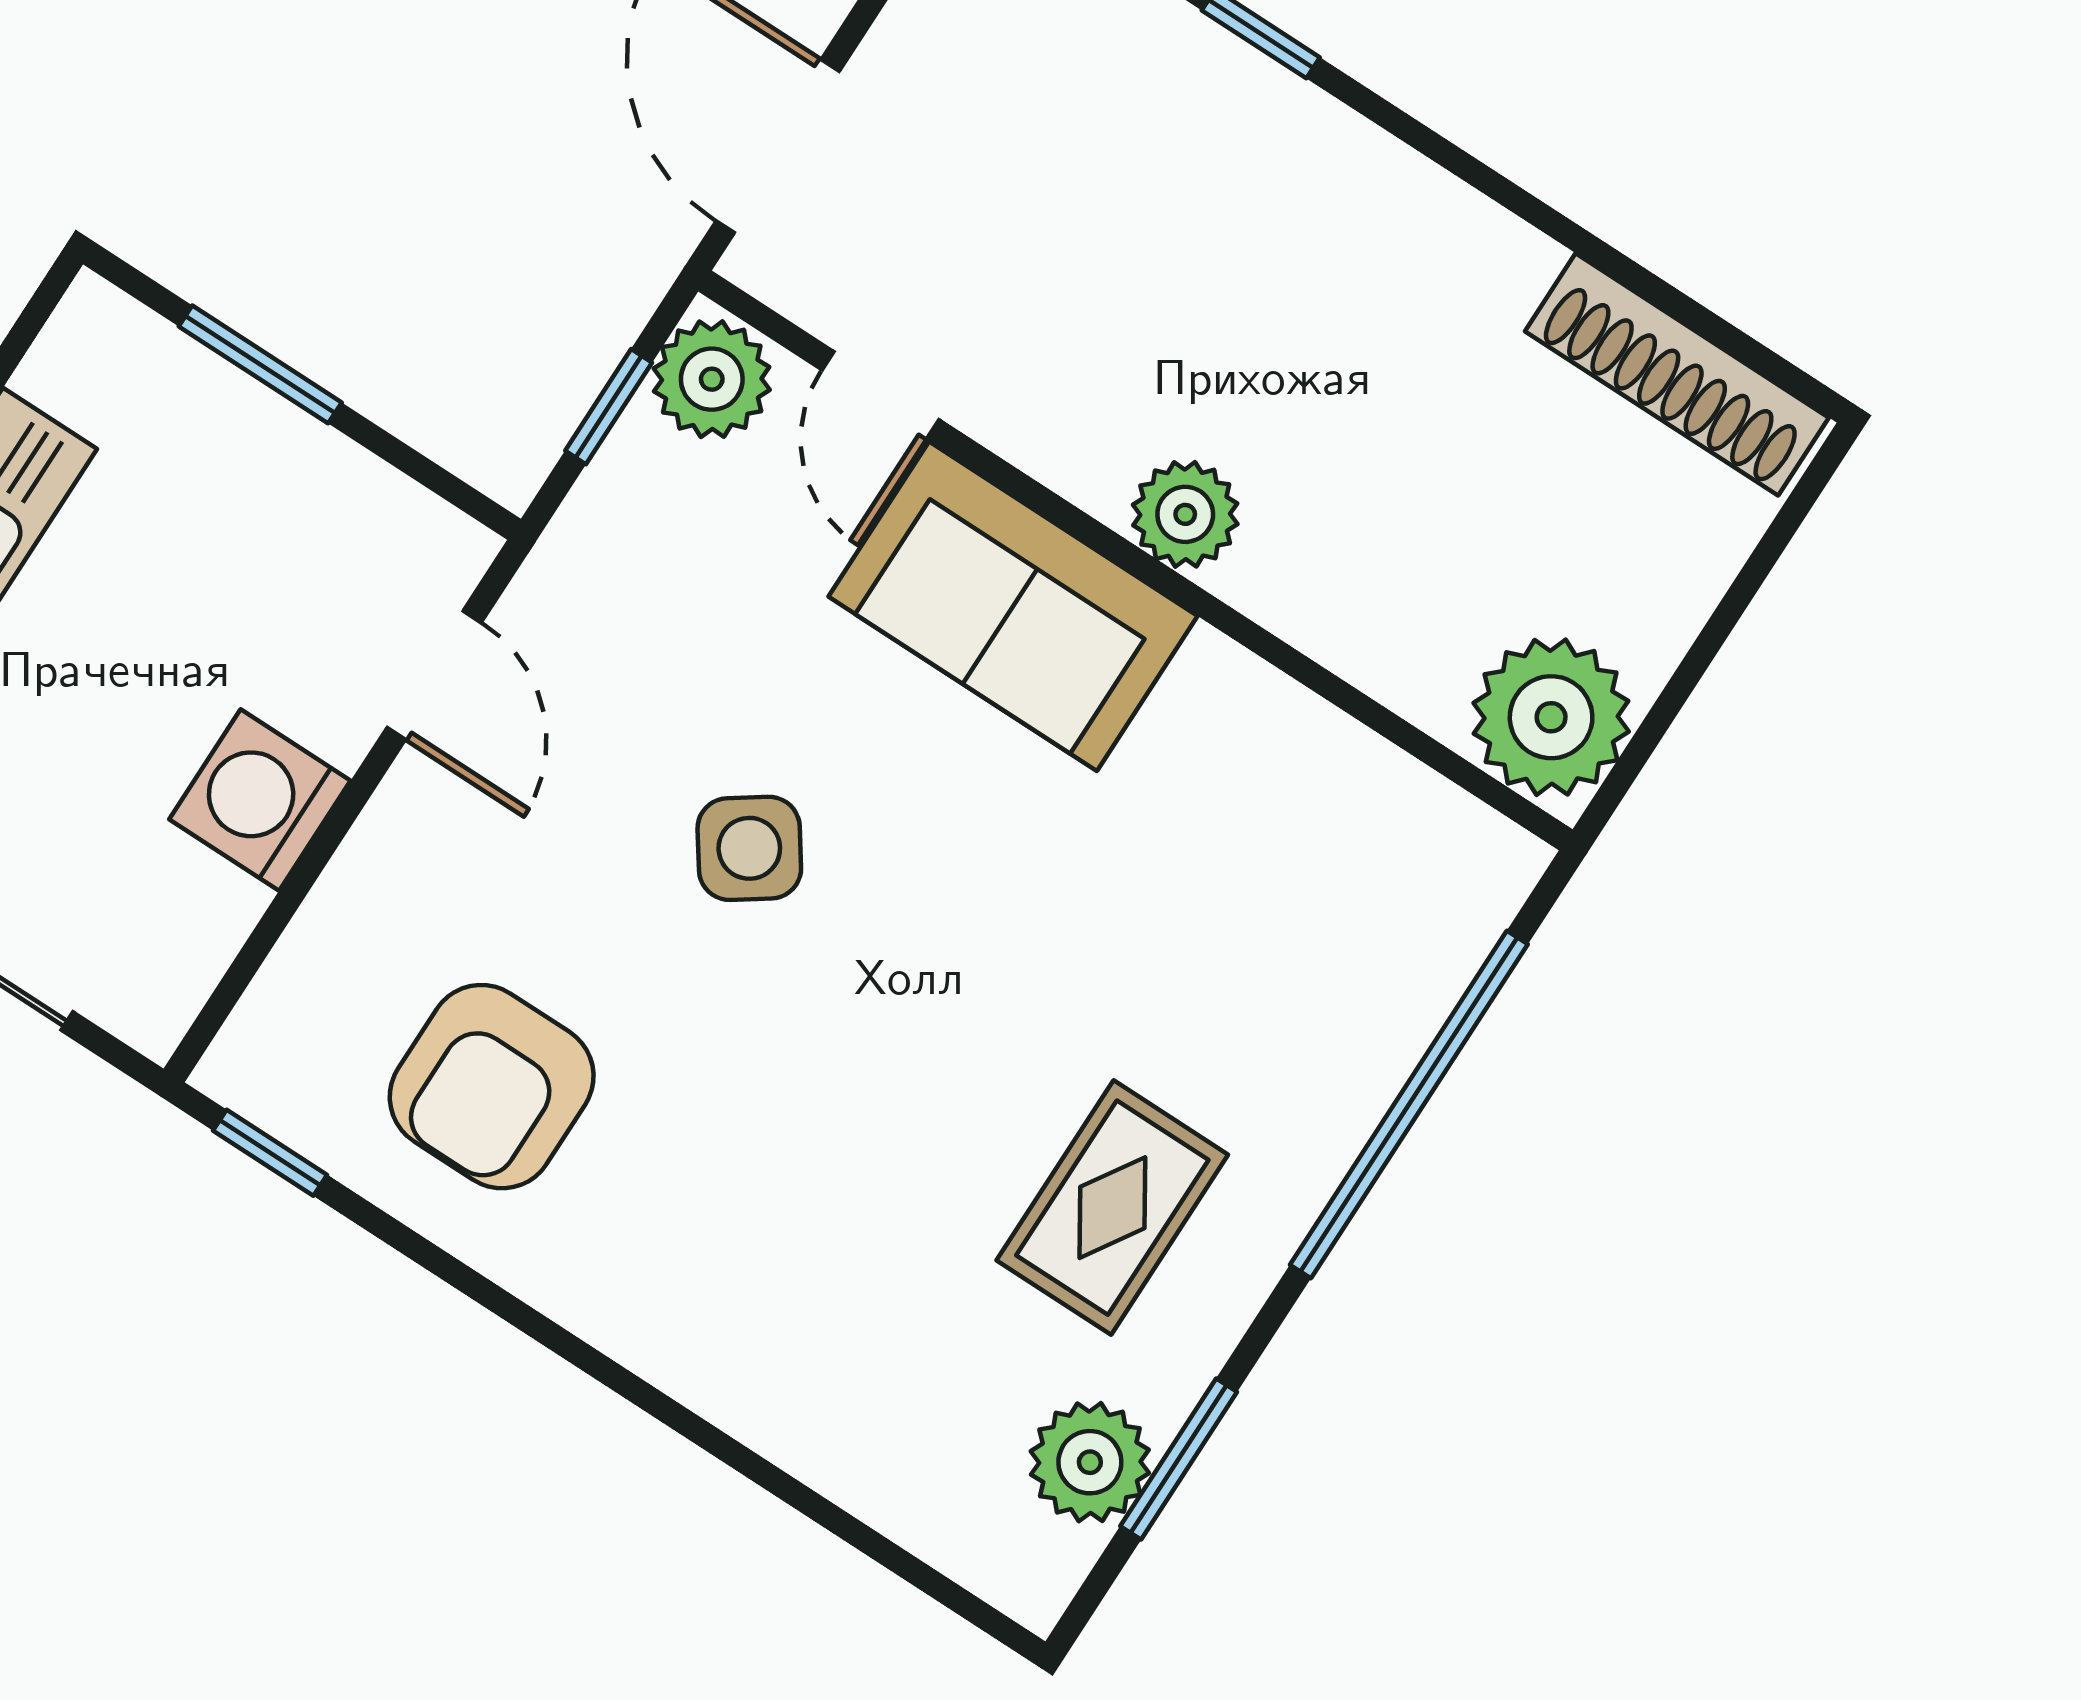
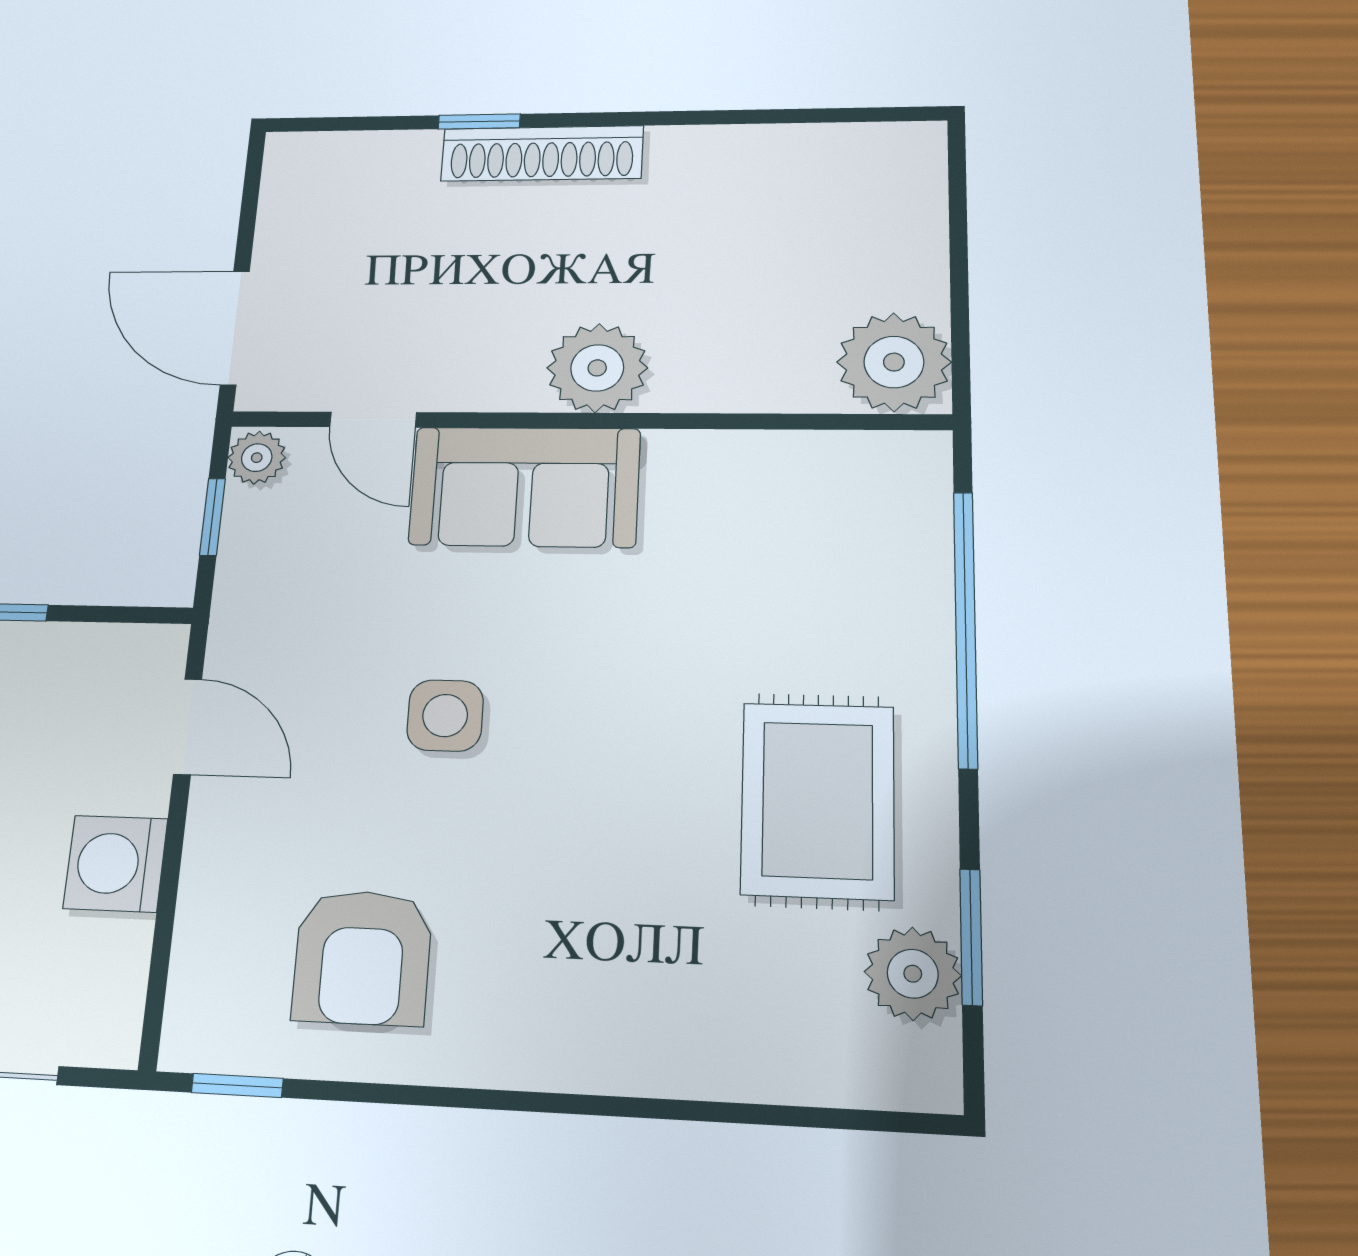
shoe rack: (1677, 374) -> (542, 153), moved
plant: (712, 379) -> (257, 458), width x0.73, depth x0.73
plant: (1185, 514) -> (597, 368), width x1.36, depth x1.36
side table: (749, 848) -> (445, 716), turned 35
rug: (1112, 1208) -> (818, 800), width x1.36, depth x1.43

